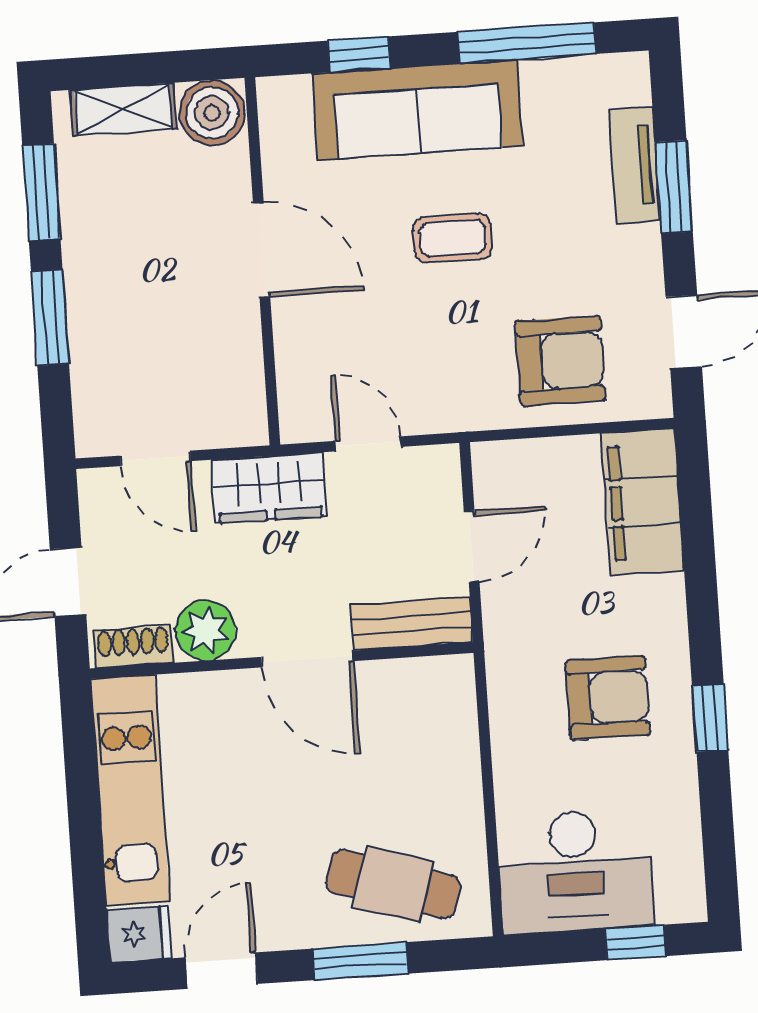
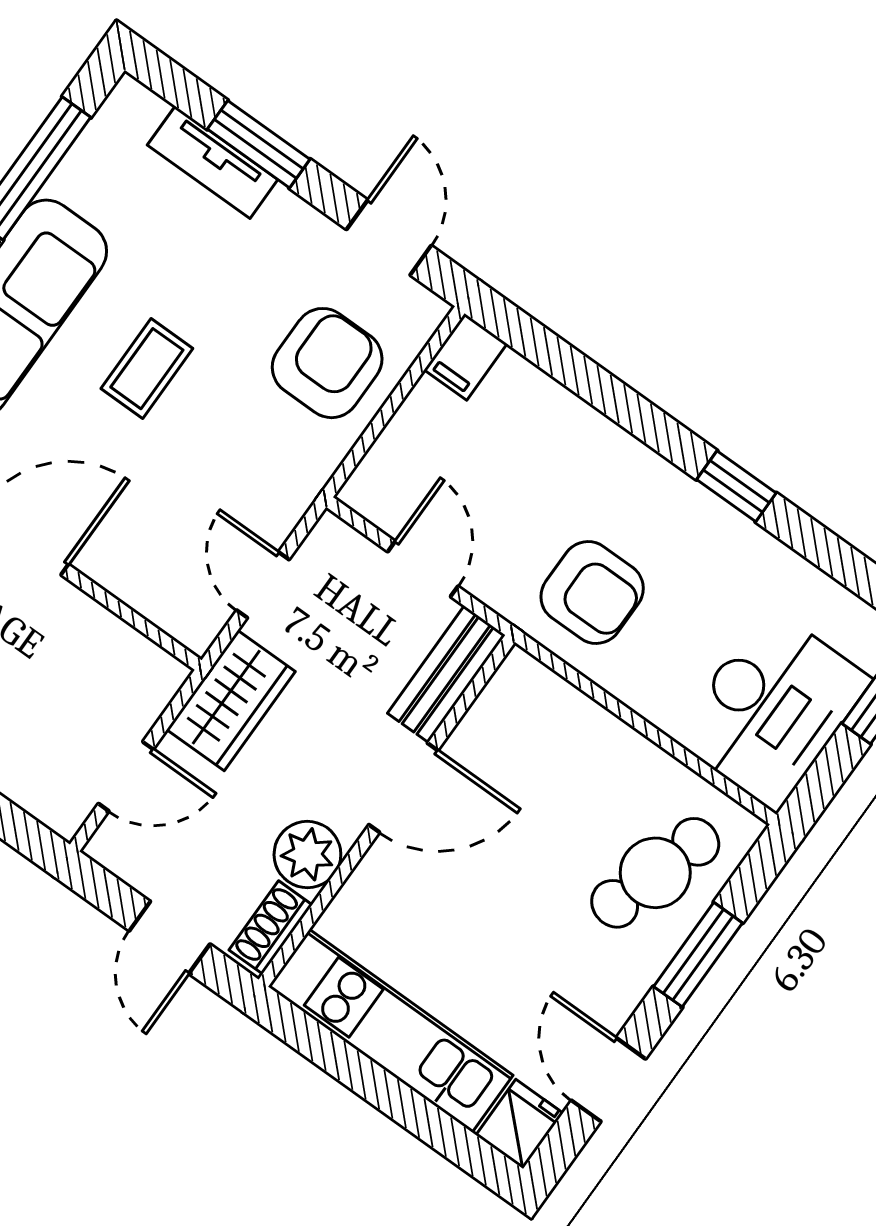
door: (368, 444) -> (263, 585), hinge flipped
filing cabinet: (643, 502) -> (466, 357), width x0.33, depth x0.86
armchair: (608, 698) -> (592, 592), moved, turned 90

